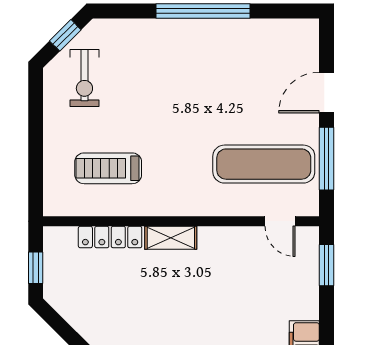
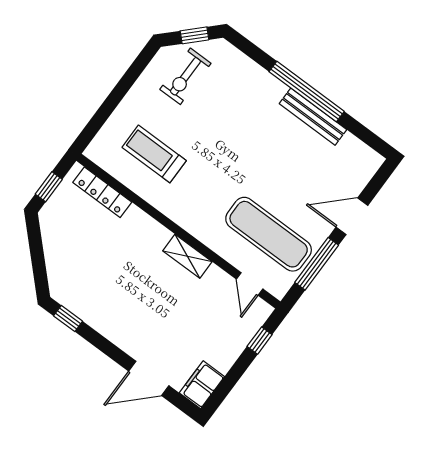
bench: (225, 29) -> (313, 117), added
locker: (110, 237) -> (102, 192), moved
shelving: (171, 238) -> (187, 256), moved
window: (327, 265) -> (260, 341), width x0.67

